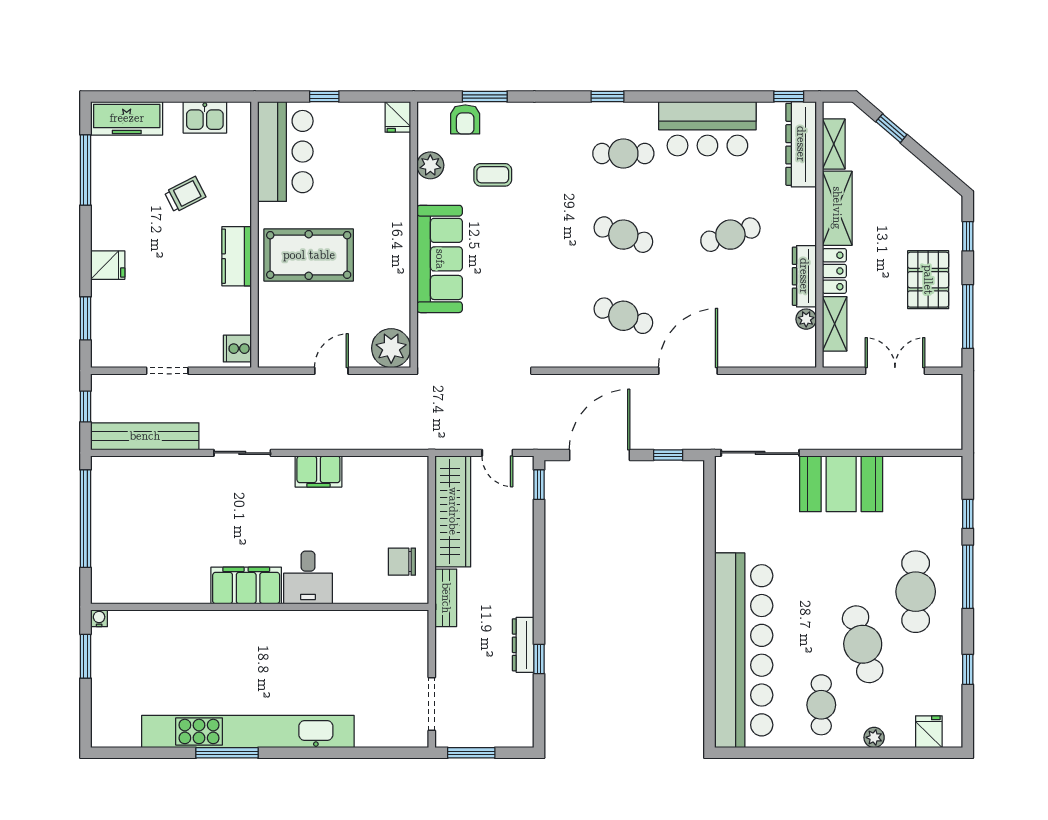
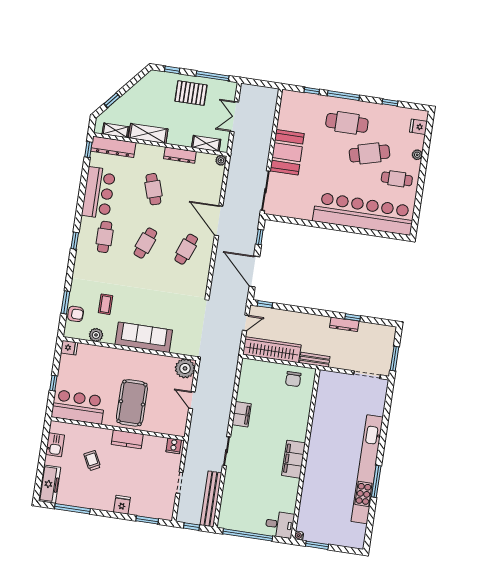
locker: (834, 271) -> (180, 140), removed
plant: (806, 319) -> (221, 160), moved
desk: (308, 577) -> (280, 524), moved

